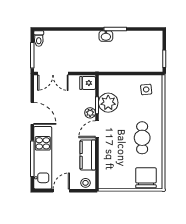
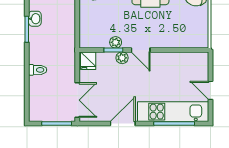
washbasin: (106, 36) -> (35, 19), moved
toilet: (39, 38) -> (38, 70), moved
plant: (108, 103) -> (116, 42), width x0.53, depth x0.53
kitchen counter: (88, 155) -> (170, 60), removed
stool: (85, 183) -> (202, 63), removed

